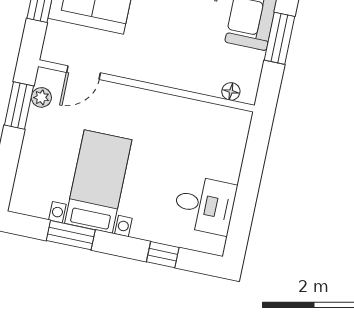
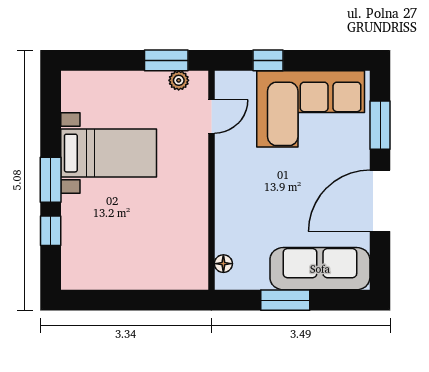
door: (84, 73) -> (211, 116), swing flipped
desk: (205, 205) -> (107, 261), removed
window: (71, 235) -> (51, 180), moved

